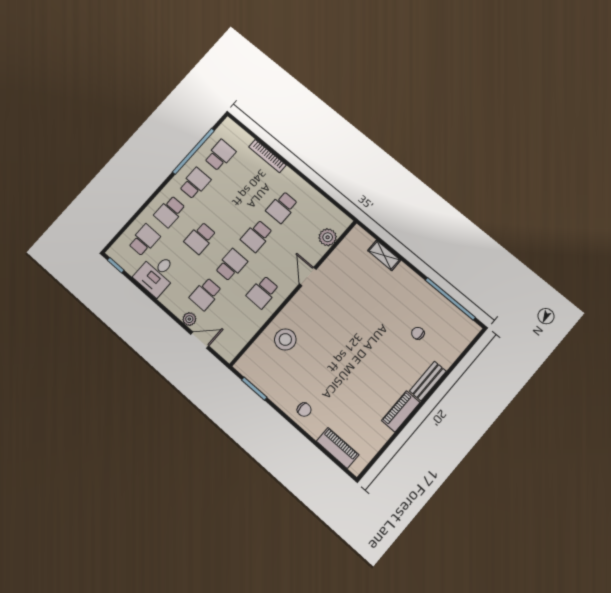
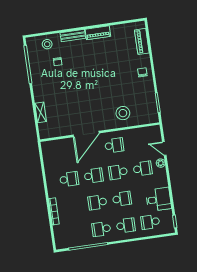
school desk: (220, 155) -> (97, 202), moved
plant: (328, 237) -> (60, 145), removed
door: (308, 277) -> (86, 134), width x1.88
stool: (449, 343) -> (47, 44), added

